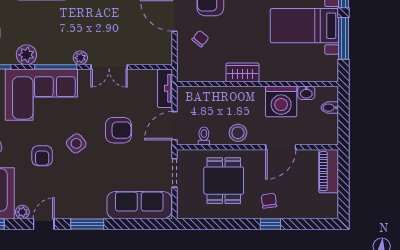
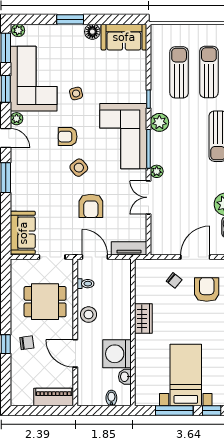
sofa: (139, 205) -> (23, 233), width x0.73

